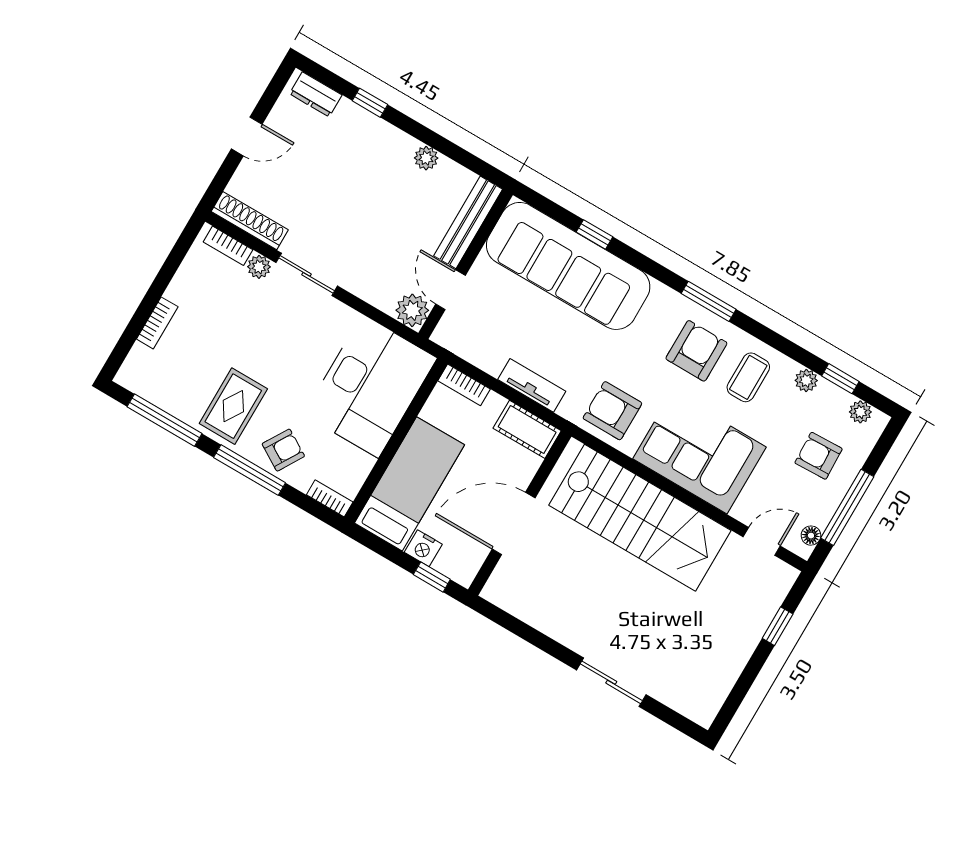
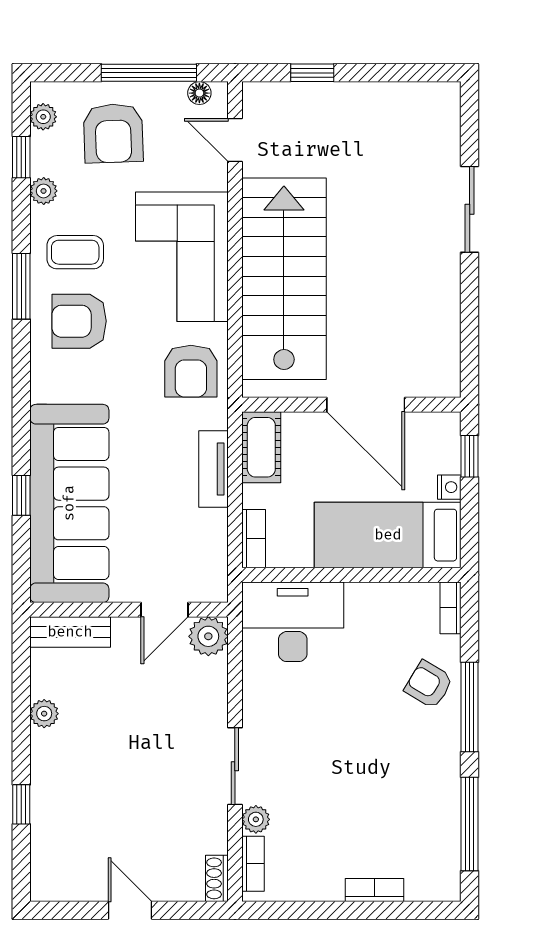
dresser: (316, 94) -> (45, 865), removed
shoe rack: (250, 221) -> (217, 878), width x0.51, depth x0.81
bench: (468, 222) -> (70, 632), width x0.73
window: (709, 301) -> (21, 286), moved
desk: (370, 386) -> (293, 622), width x0.73, depth x0.77
rug: (233, 406) -> (414, 762), removed
armchair: (819, 456) -> (113, 133), width x1.38, depth x1.38
nightstand: (423, 548) -> (449, 487), width x0.72, depth x0.74

